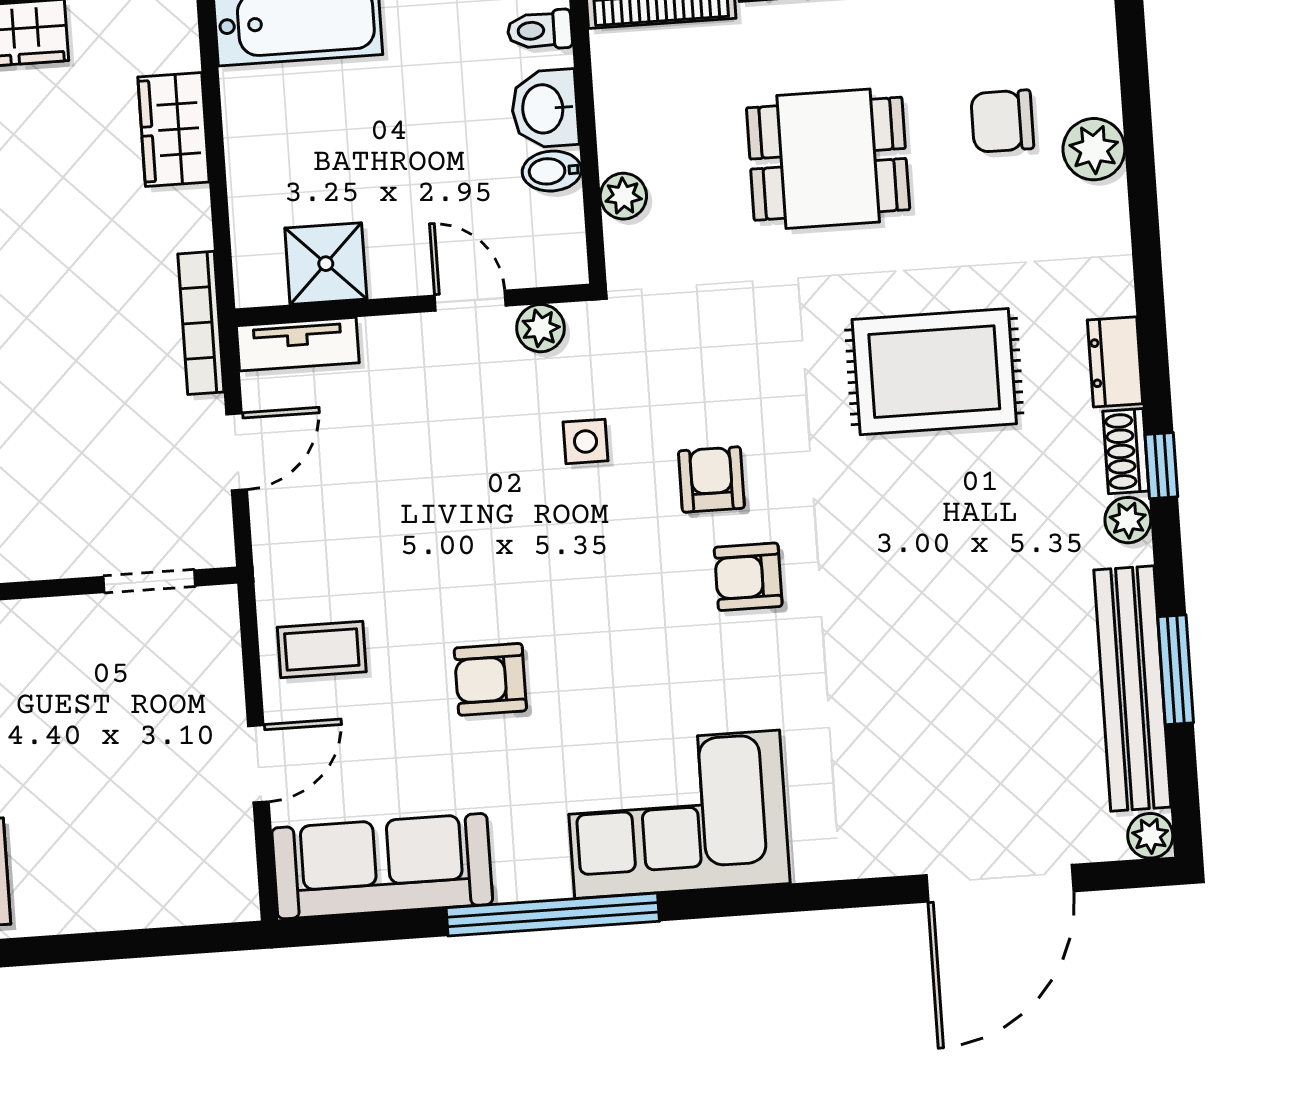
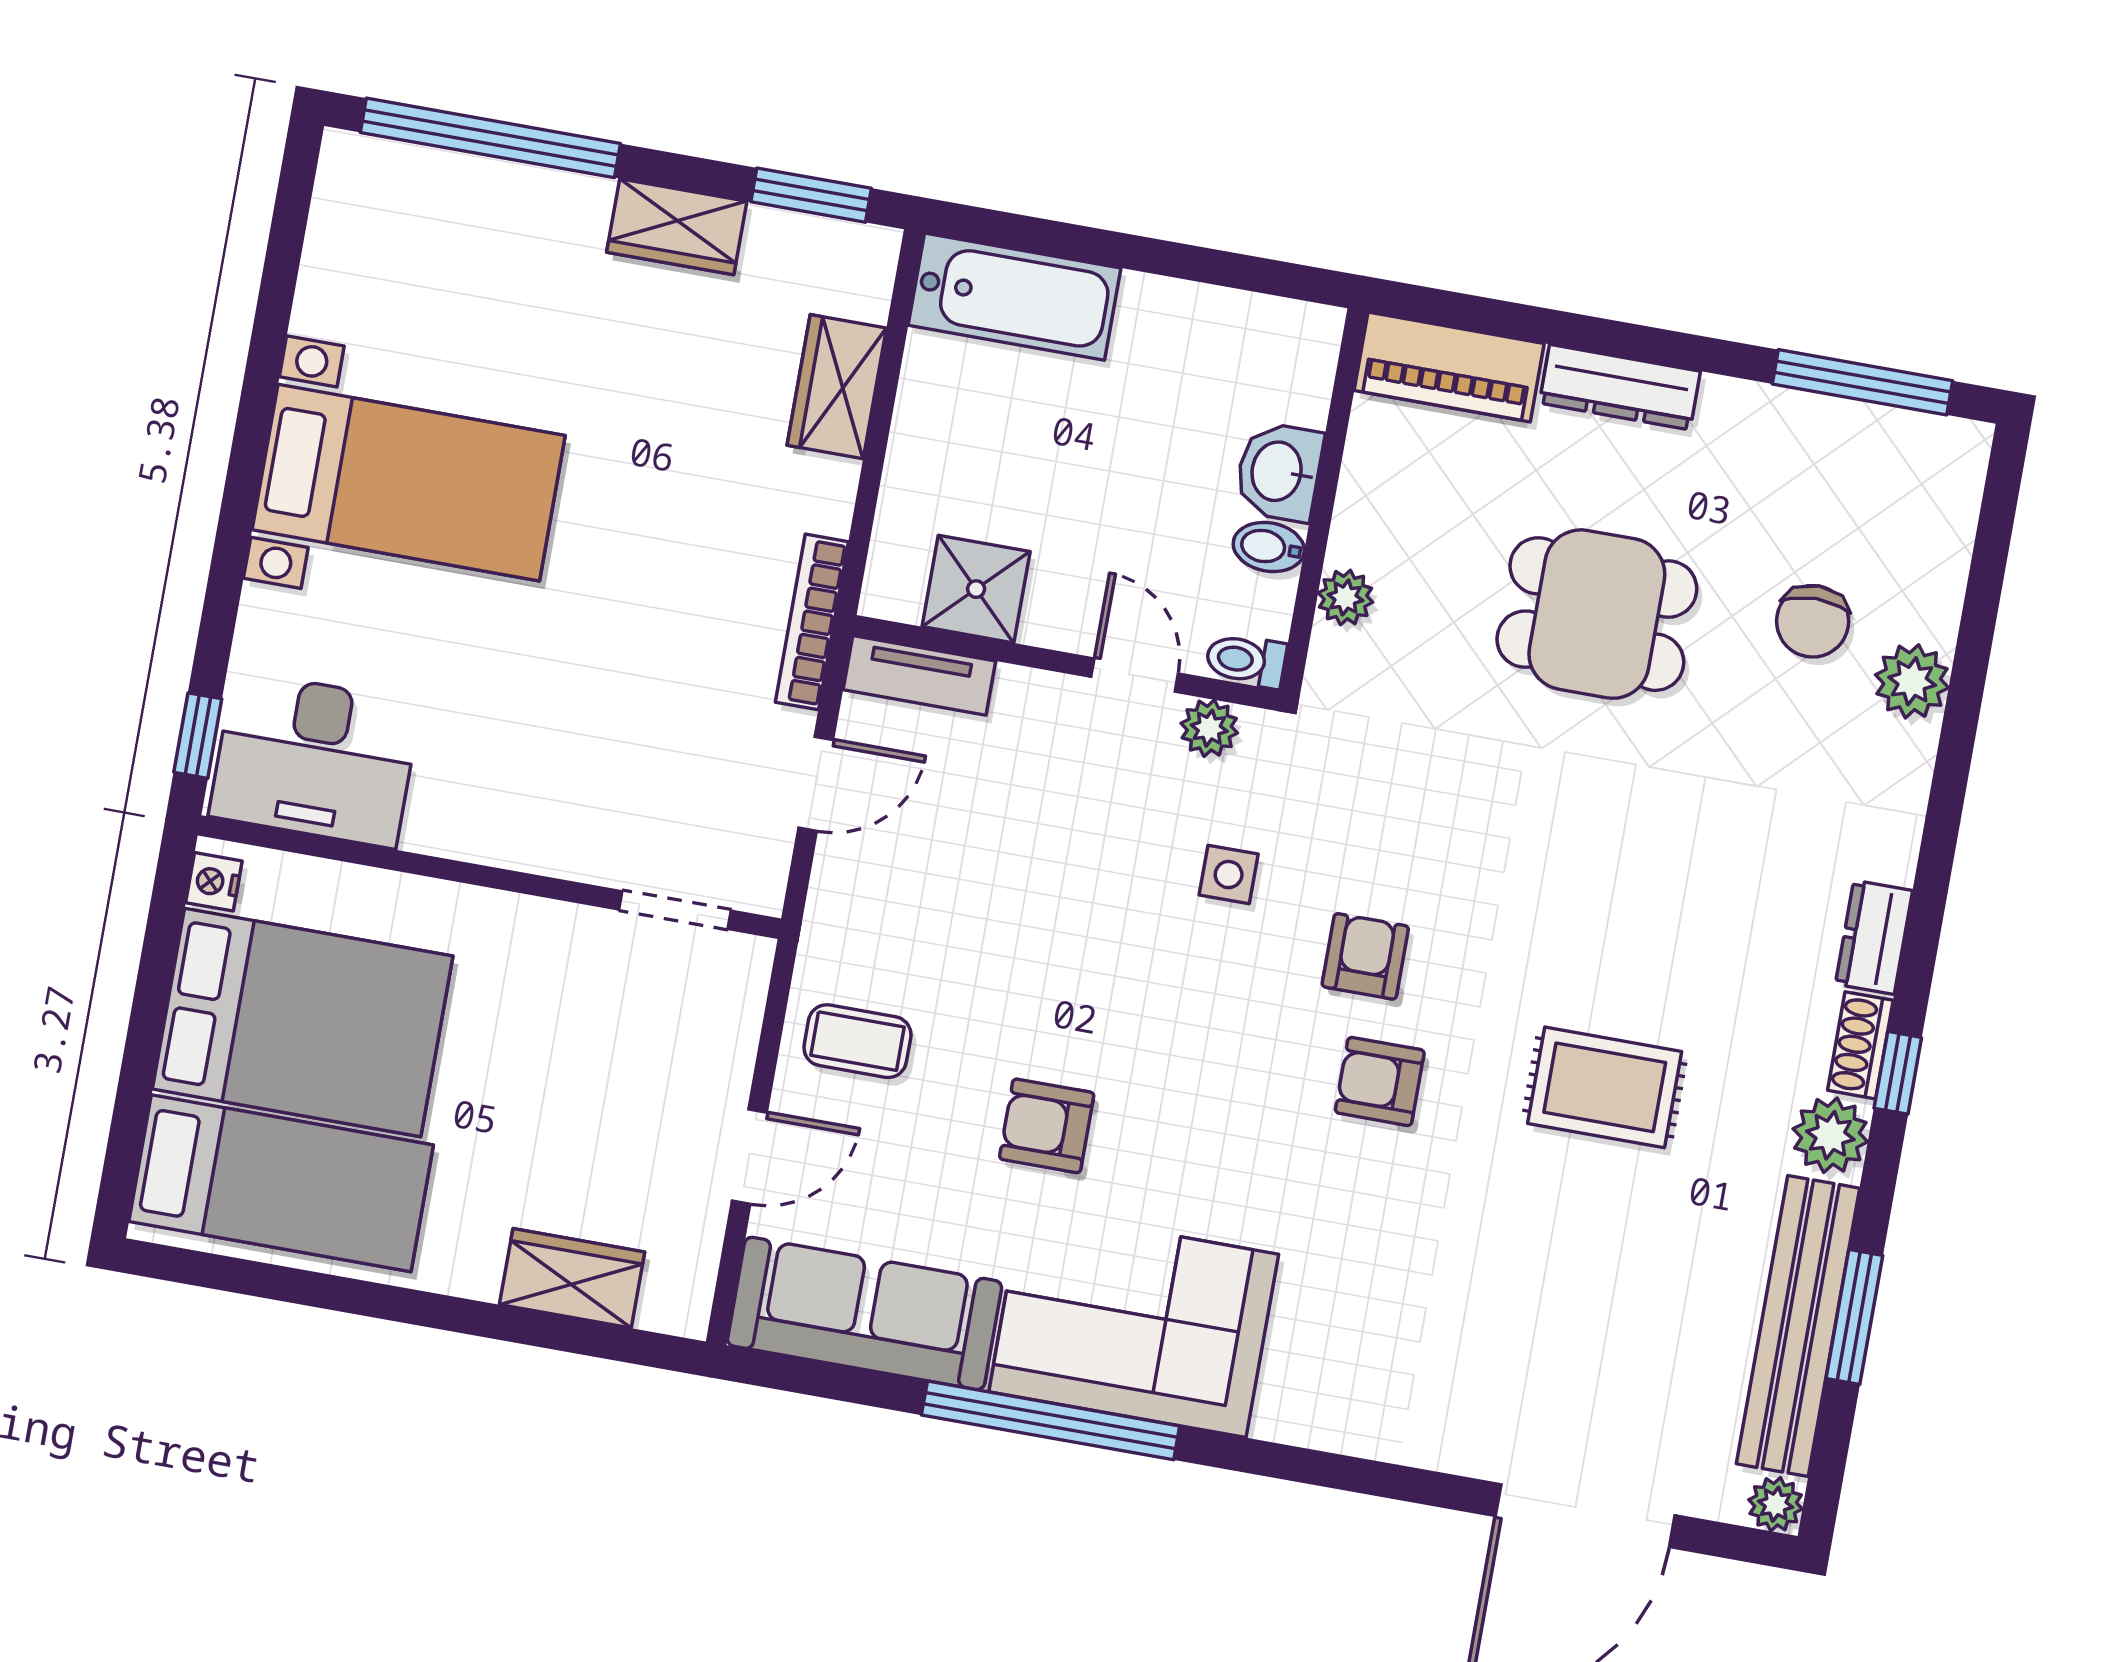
toilet: (540, 30) -> (1246, 660), moved
chair: (1002, 121) -> (1813, 621), turned -90
rug: (934, 372) -> (1605, 1087), moved, width x0.73, depth x0.70
plant: (1128, 520) -> (1830, 1135), width x1.38, depth x1.38
corner sofa: (677, 814) -> (1134, 1323), moved
wardrobe: (141, 897) -> (572, 1278), added

